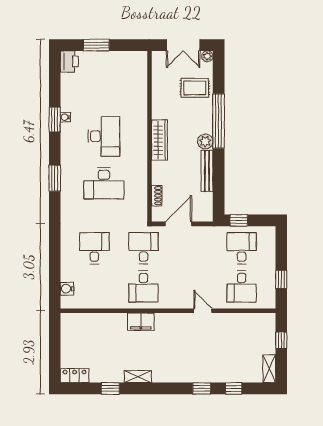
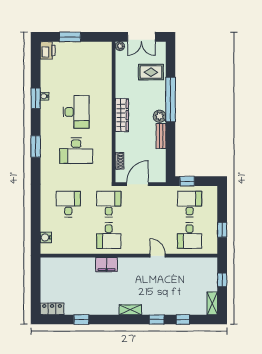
plant: (207, 56) -> (120, 46), moved
bench: (207, 171) -> (161, 136), width x0.73
shelving: (138, 377) -> (130, 310), moved

